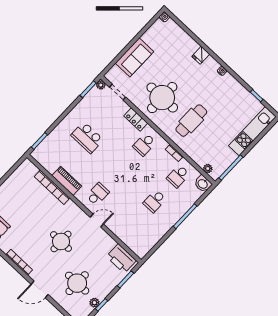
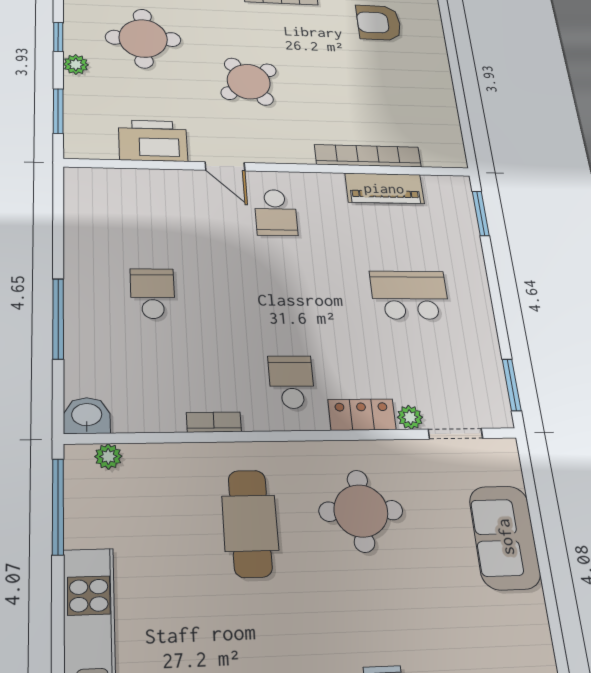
plant: (101, 85) -> (410, 417), moved
round table: (162, 98) -> (361, 511), width x0.73, depth x0.73
school desk: (178, 176) -> (156, 383), removed
piano: (67, 181) -> (384, 188), moved
door: (97, 221) -> (225, 166), hinge flipped
round table: (61, 241) -> (249, 82), turned -36
printer: (121, 259) -> (153, 141), moved
plant: (94, 303) -> (76, 64), moved

